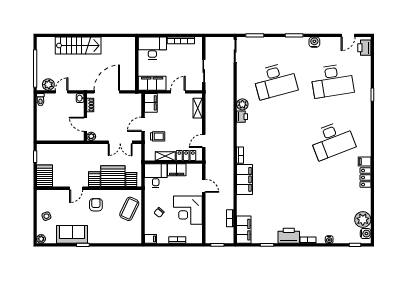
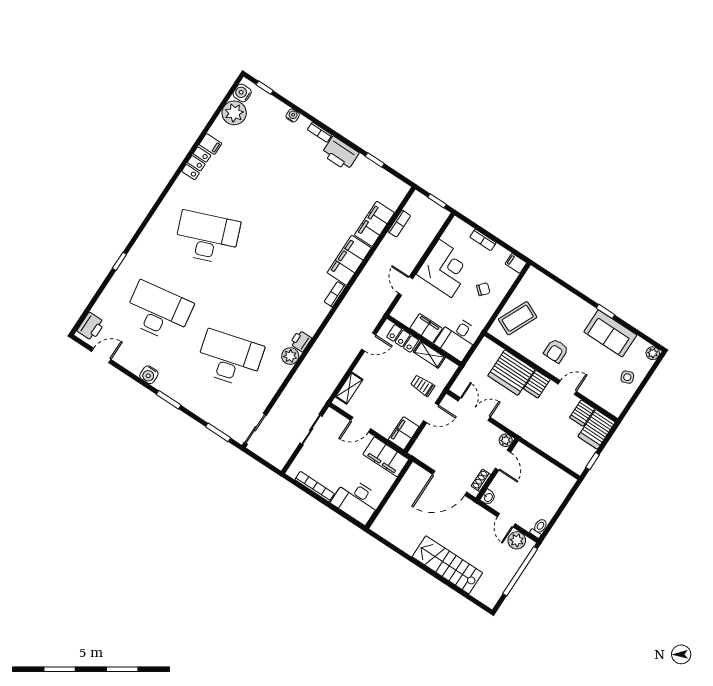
door: (62, 92) -> (506, 520), hinge flipped
filing cabinet: (365, 162) -> (210, 144), moved
server rack: (131, 180) -> (582, 413), moved
filing cabinet: (244, 230) -> (374, 224), moved

